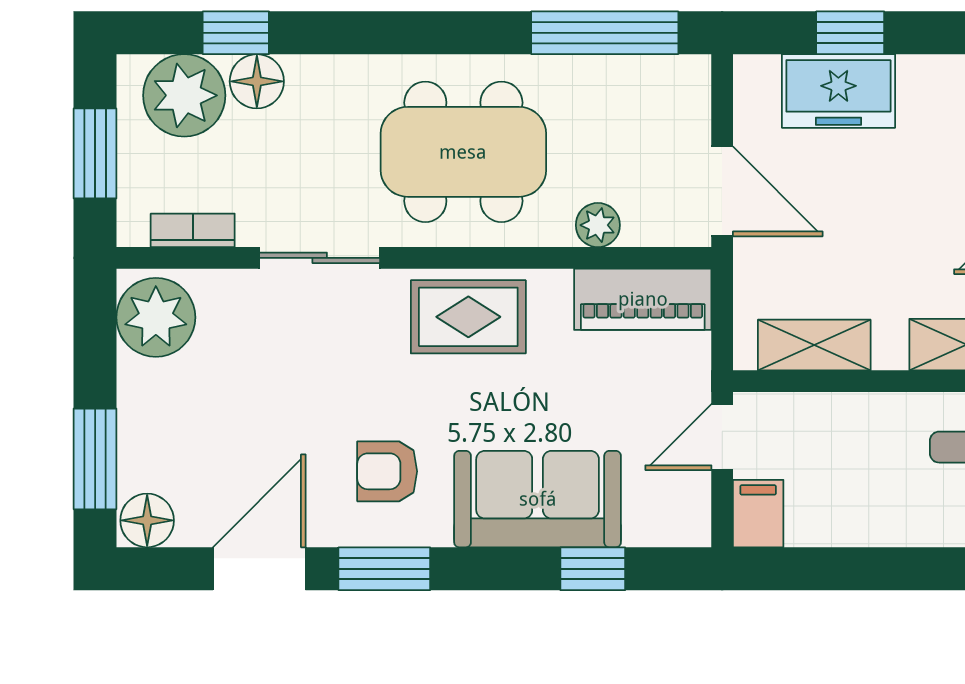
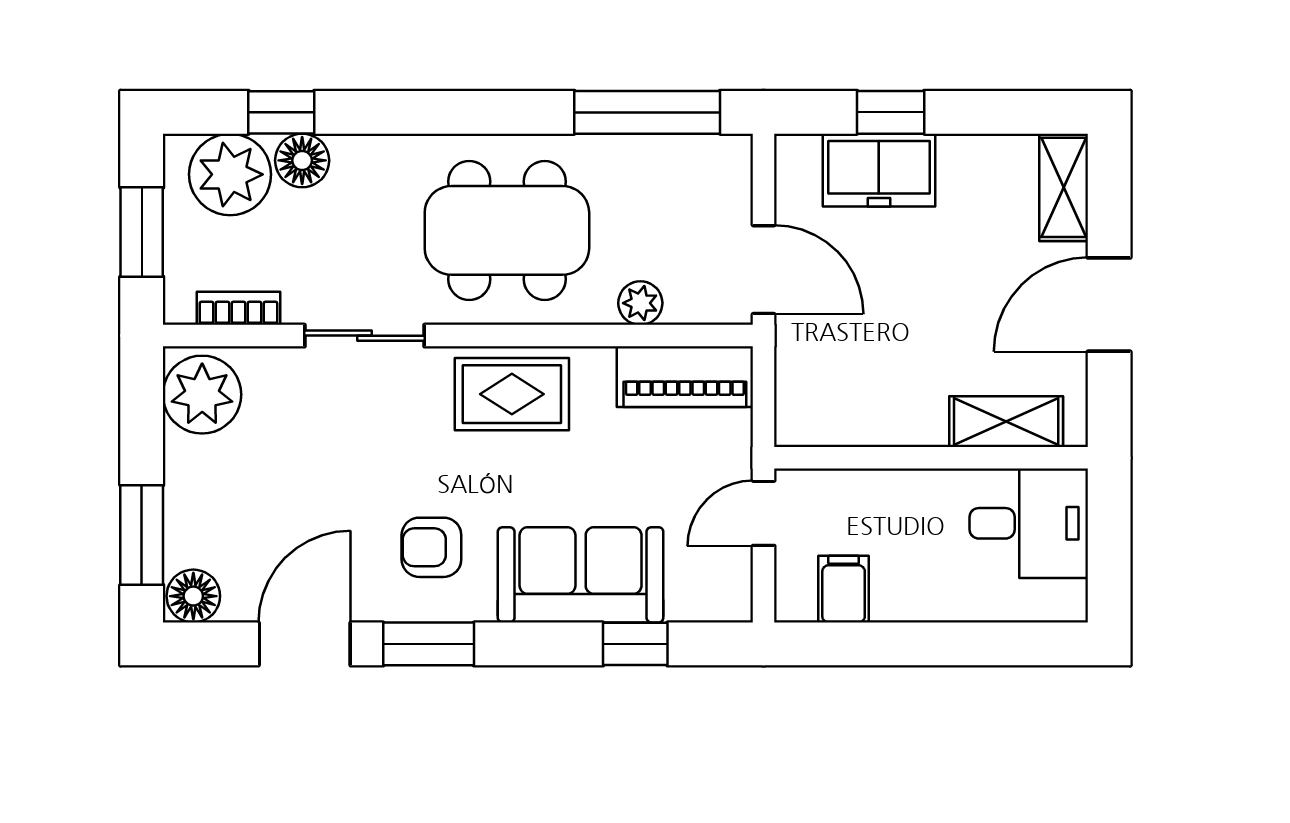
shelving: (814, 345) -> (855, 422), removed
filing cabinet: (758, 514) -> (844, 589), moved

